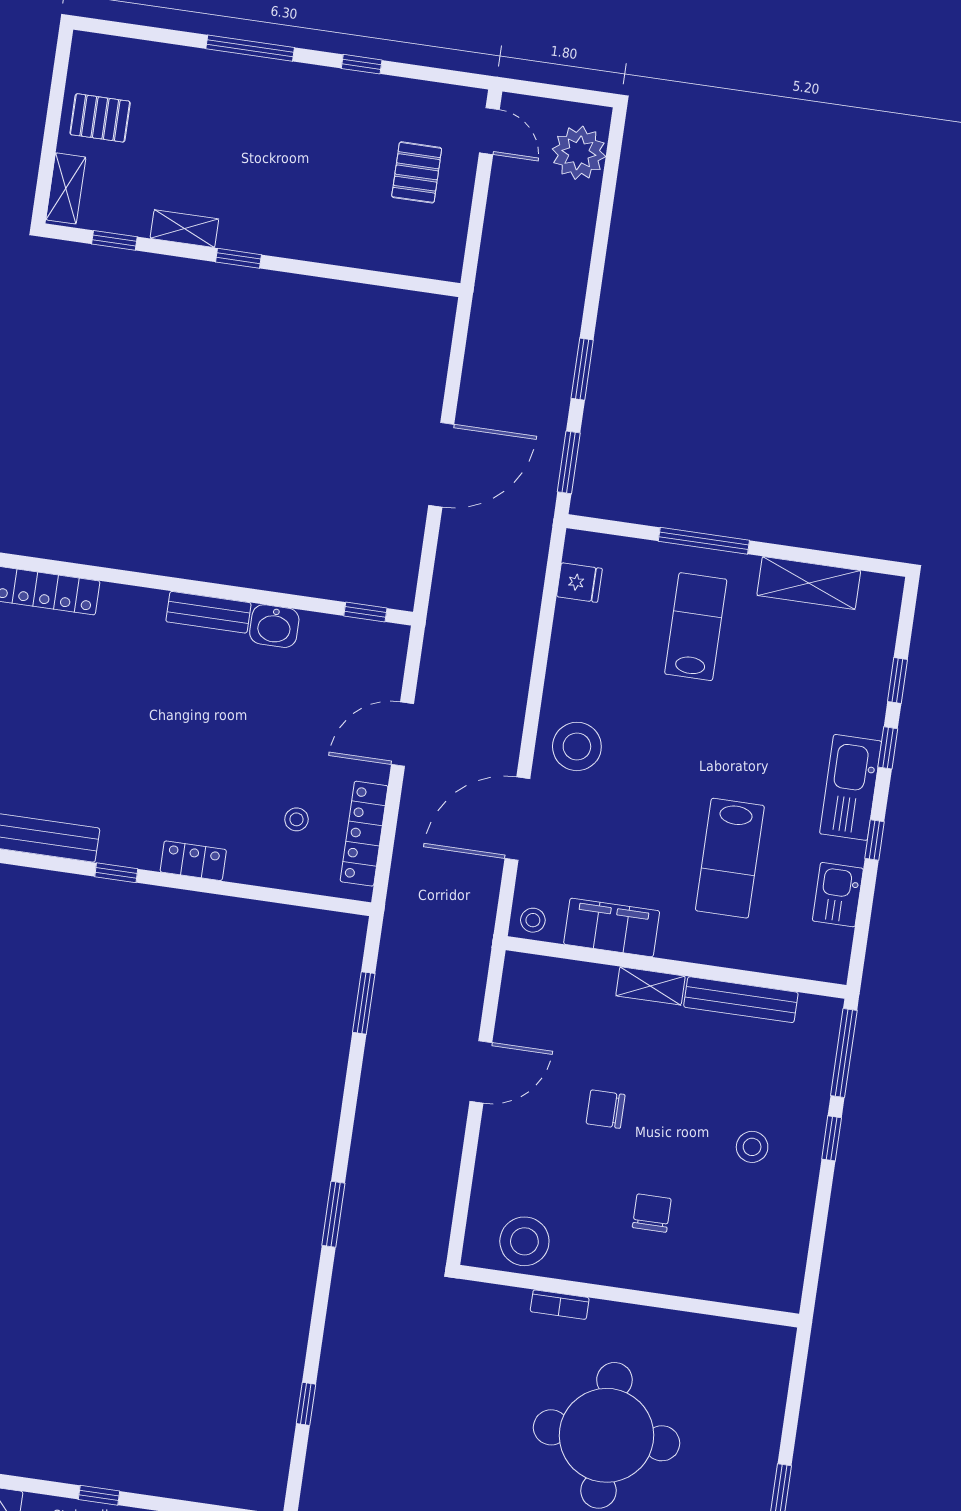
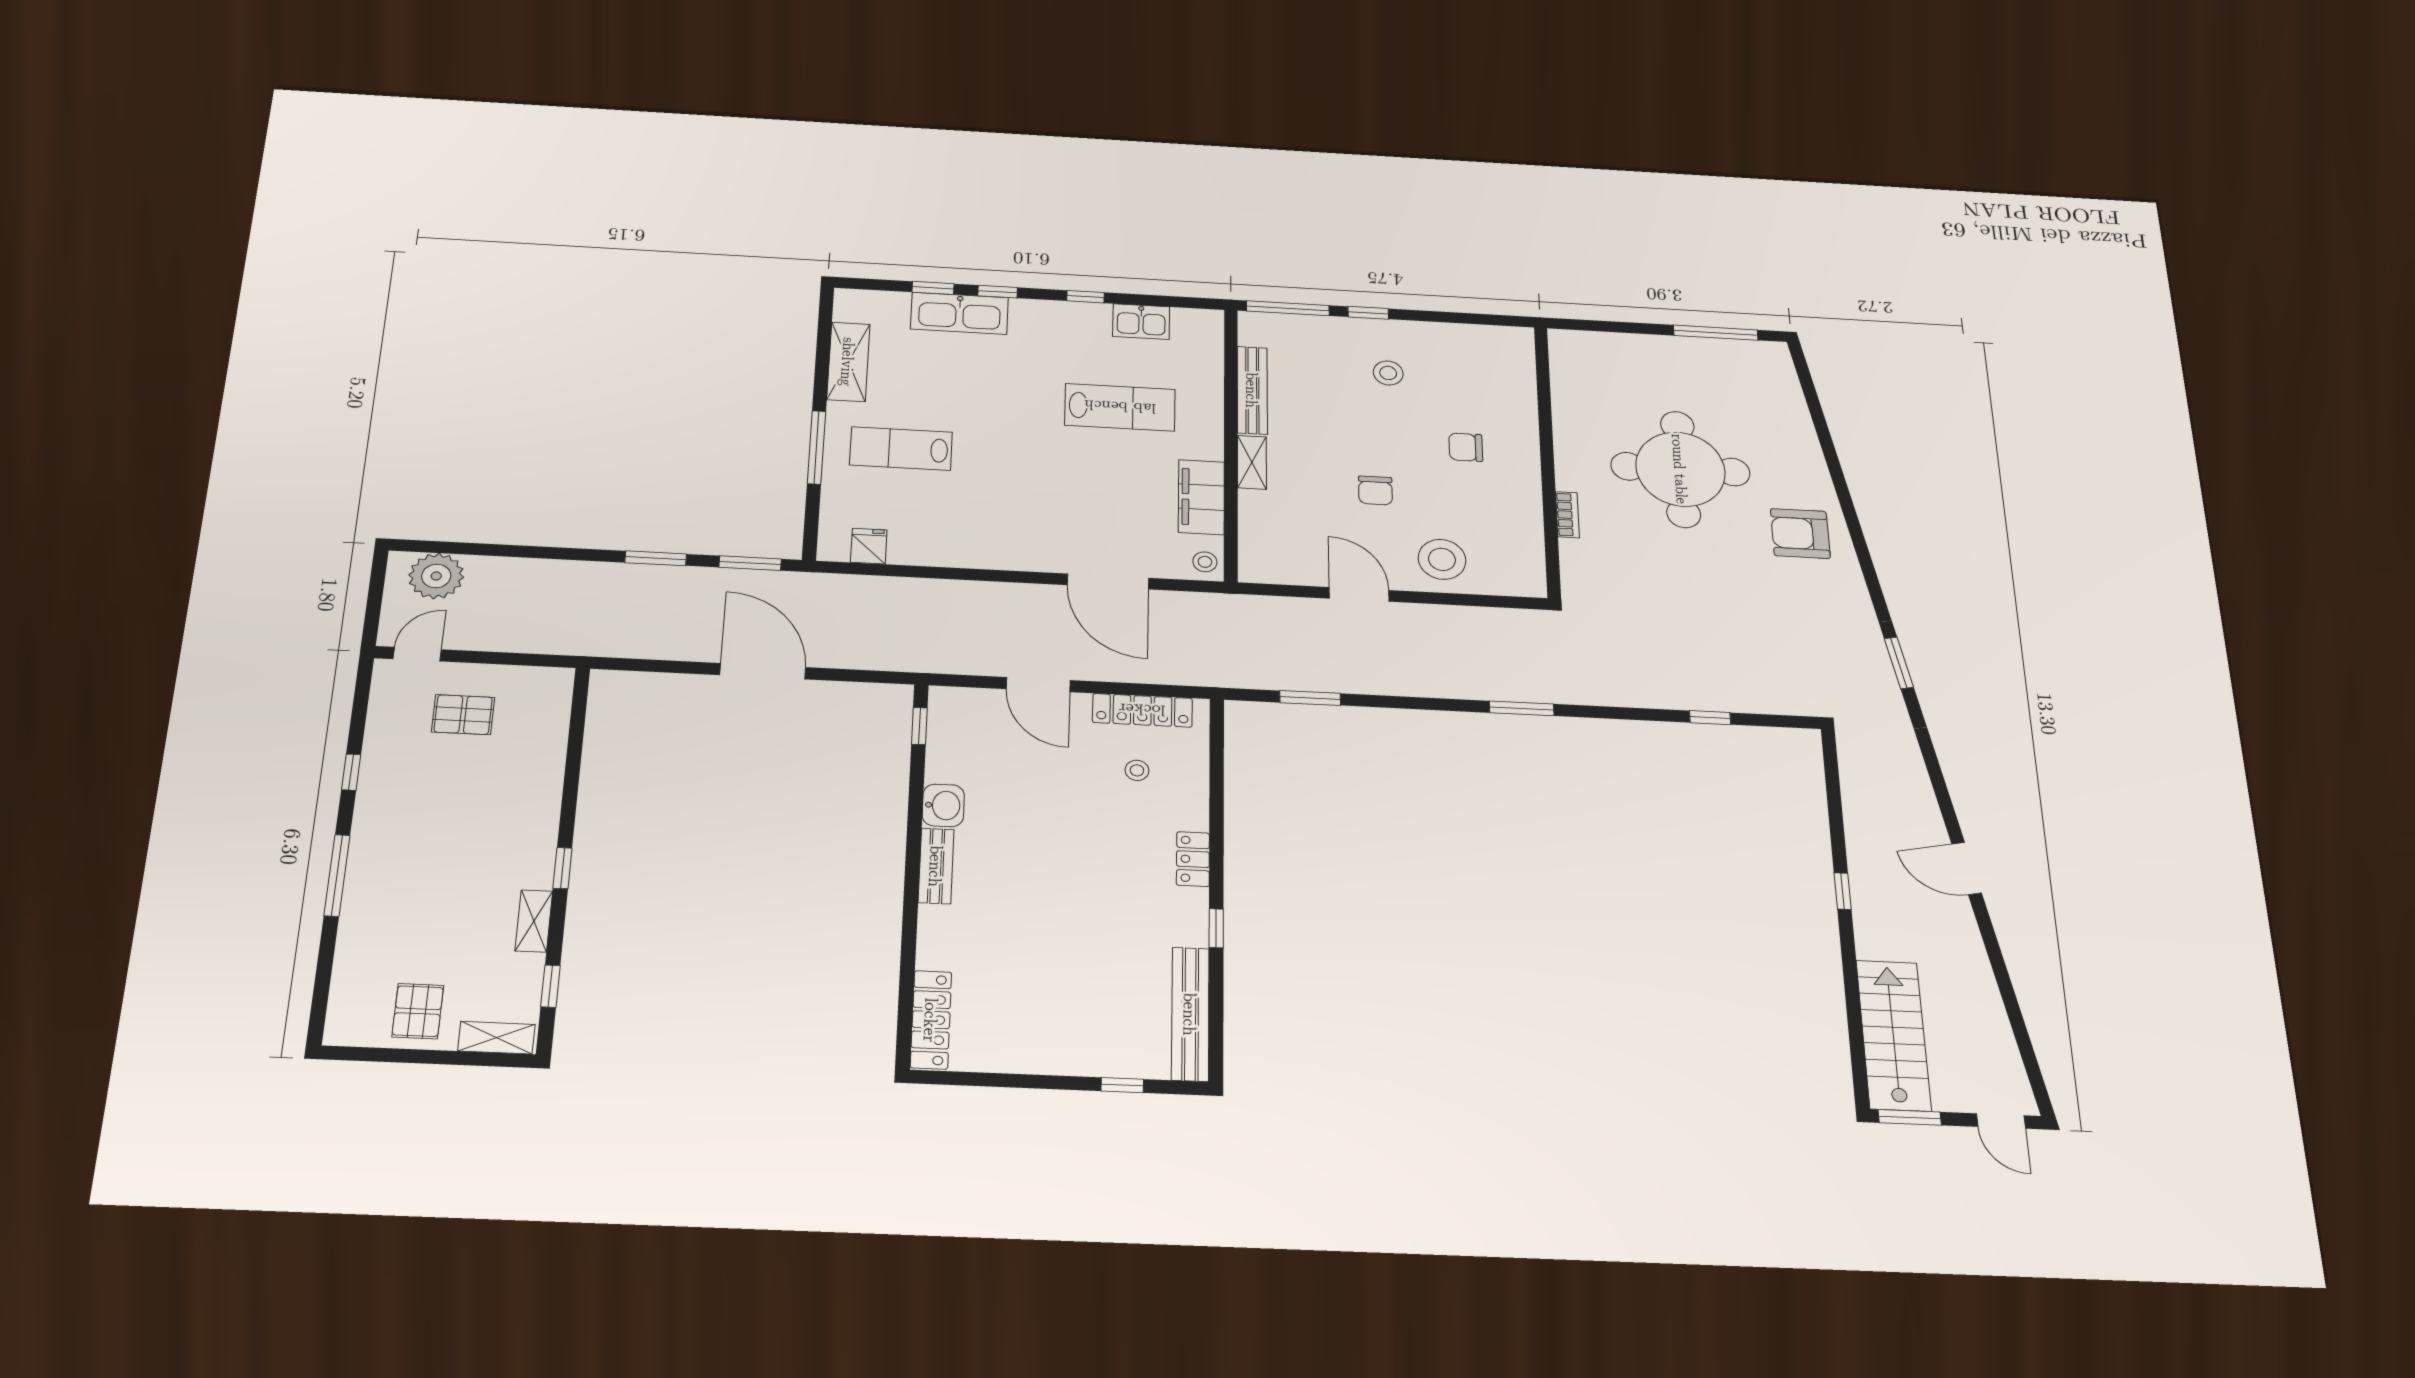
stool: (577, 746) -> (1030, 537), removed
kitchen sink: (851, 787) -> (960, 313), moved
stool: (524, 1241) -> (1442, 559), moved

